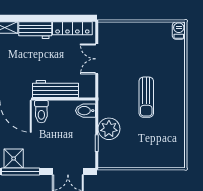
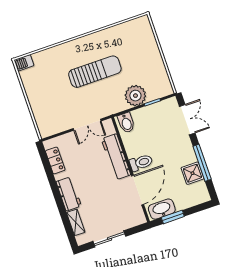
locker: (72, 28) -> (55, 160), width x0.66
double door: (97, 59) -> (87, 125), moved
sun lounger: (146, 97) -> (95, 72), width x1.36, depth x1.34

